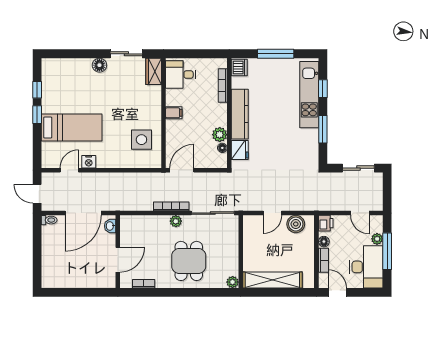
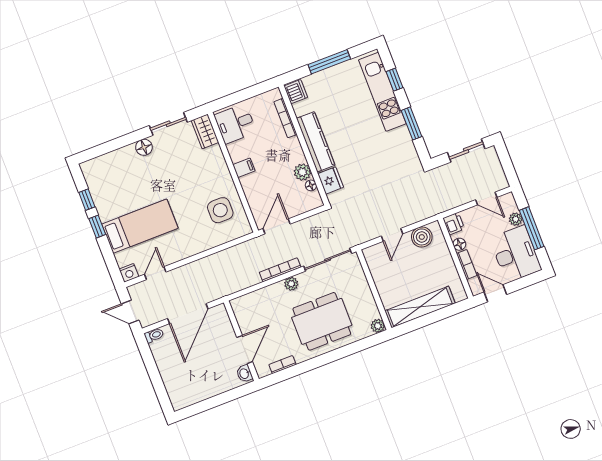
nightstand: (89, 162) -> (129, 273), moved
washbasin: (110, 226) -> (244, 374), moved
dining table: (189, 261) -> (322, 321), width x1.38

